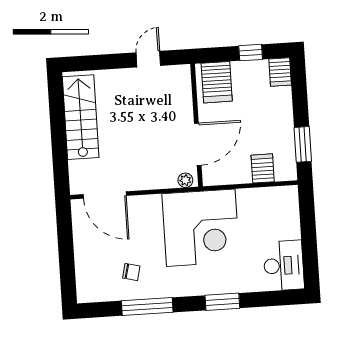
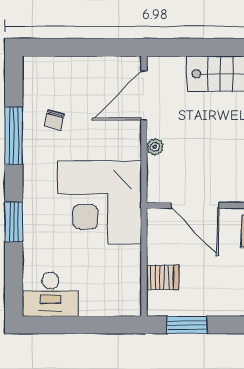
plant: (185, 180) -> (155, 147), moved

